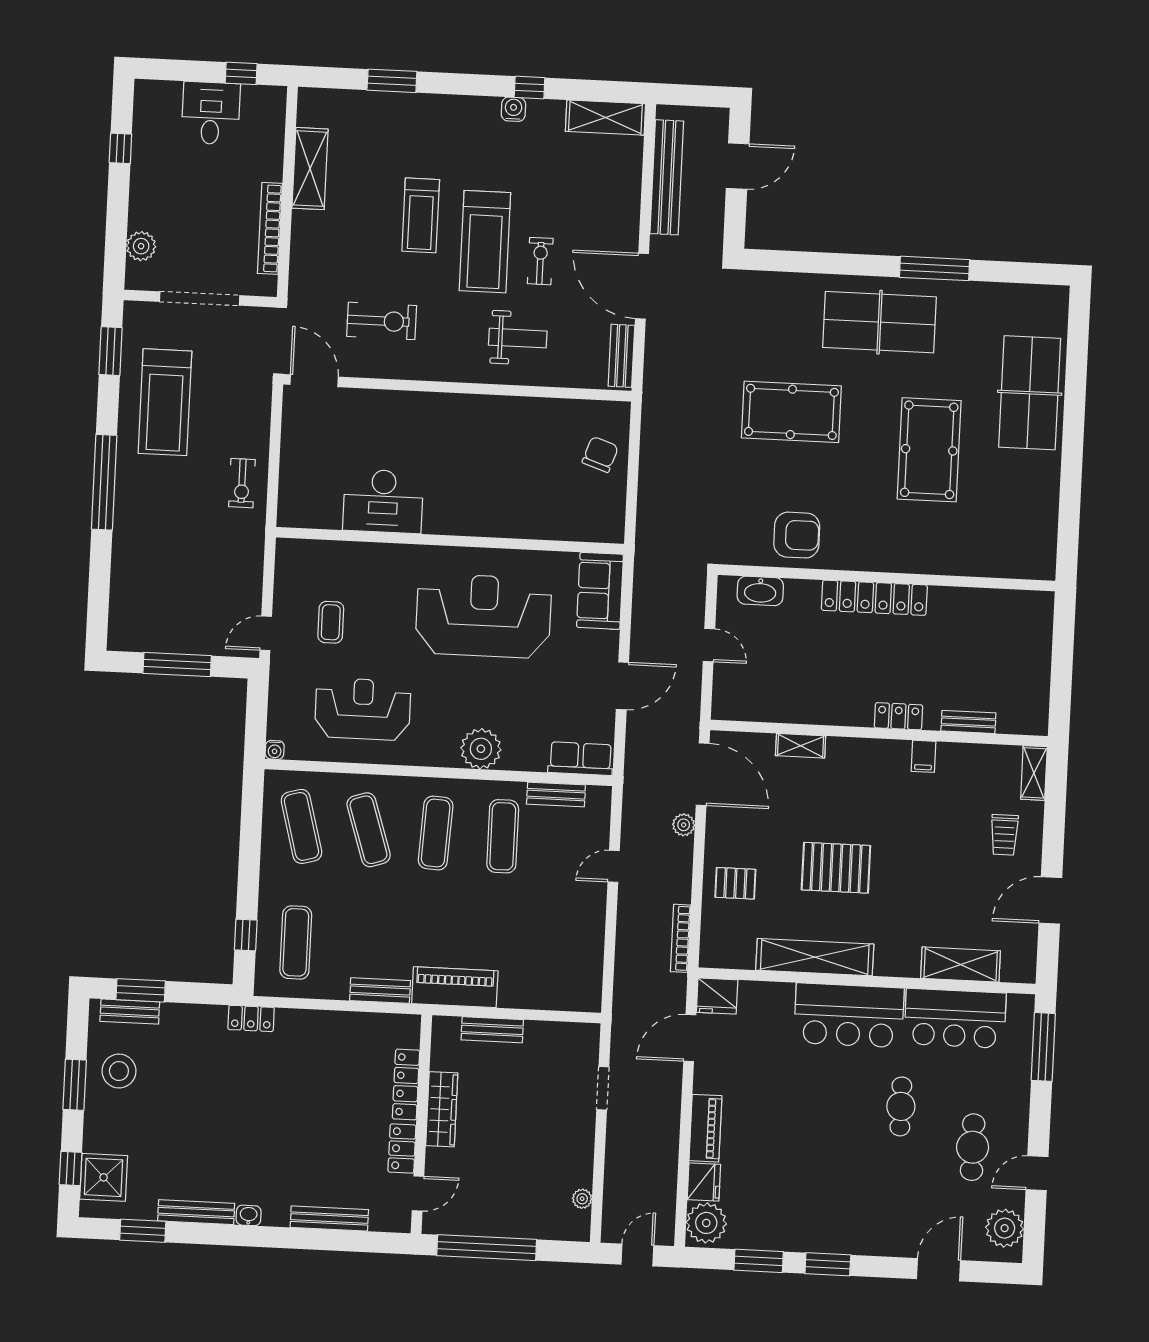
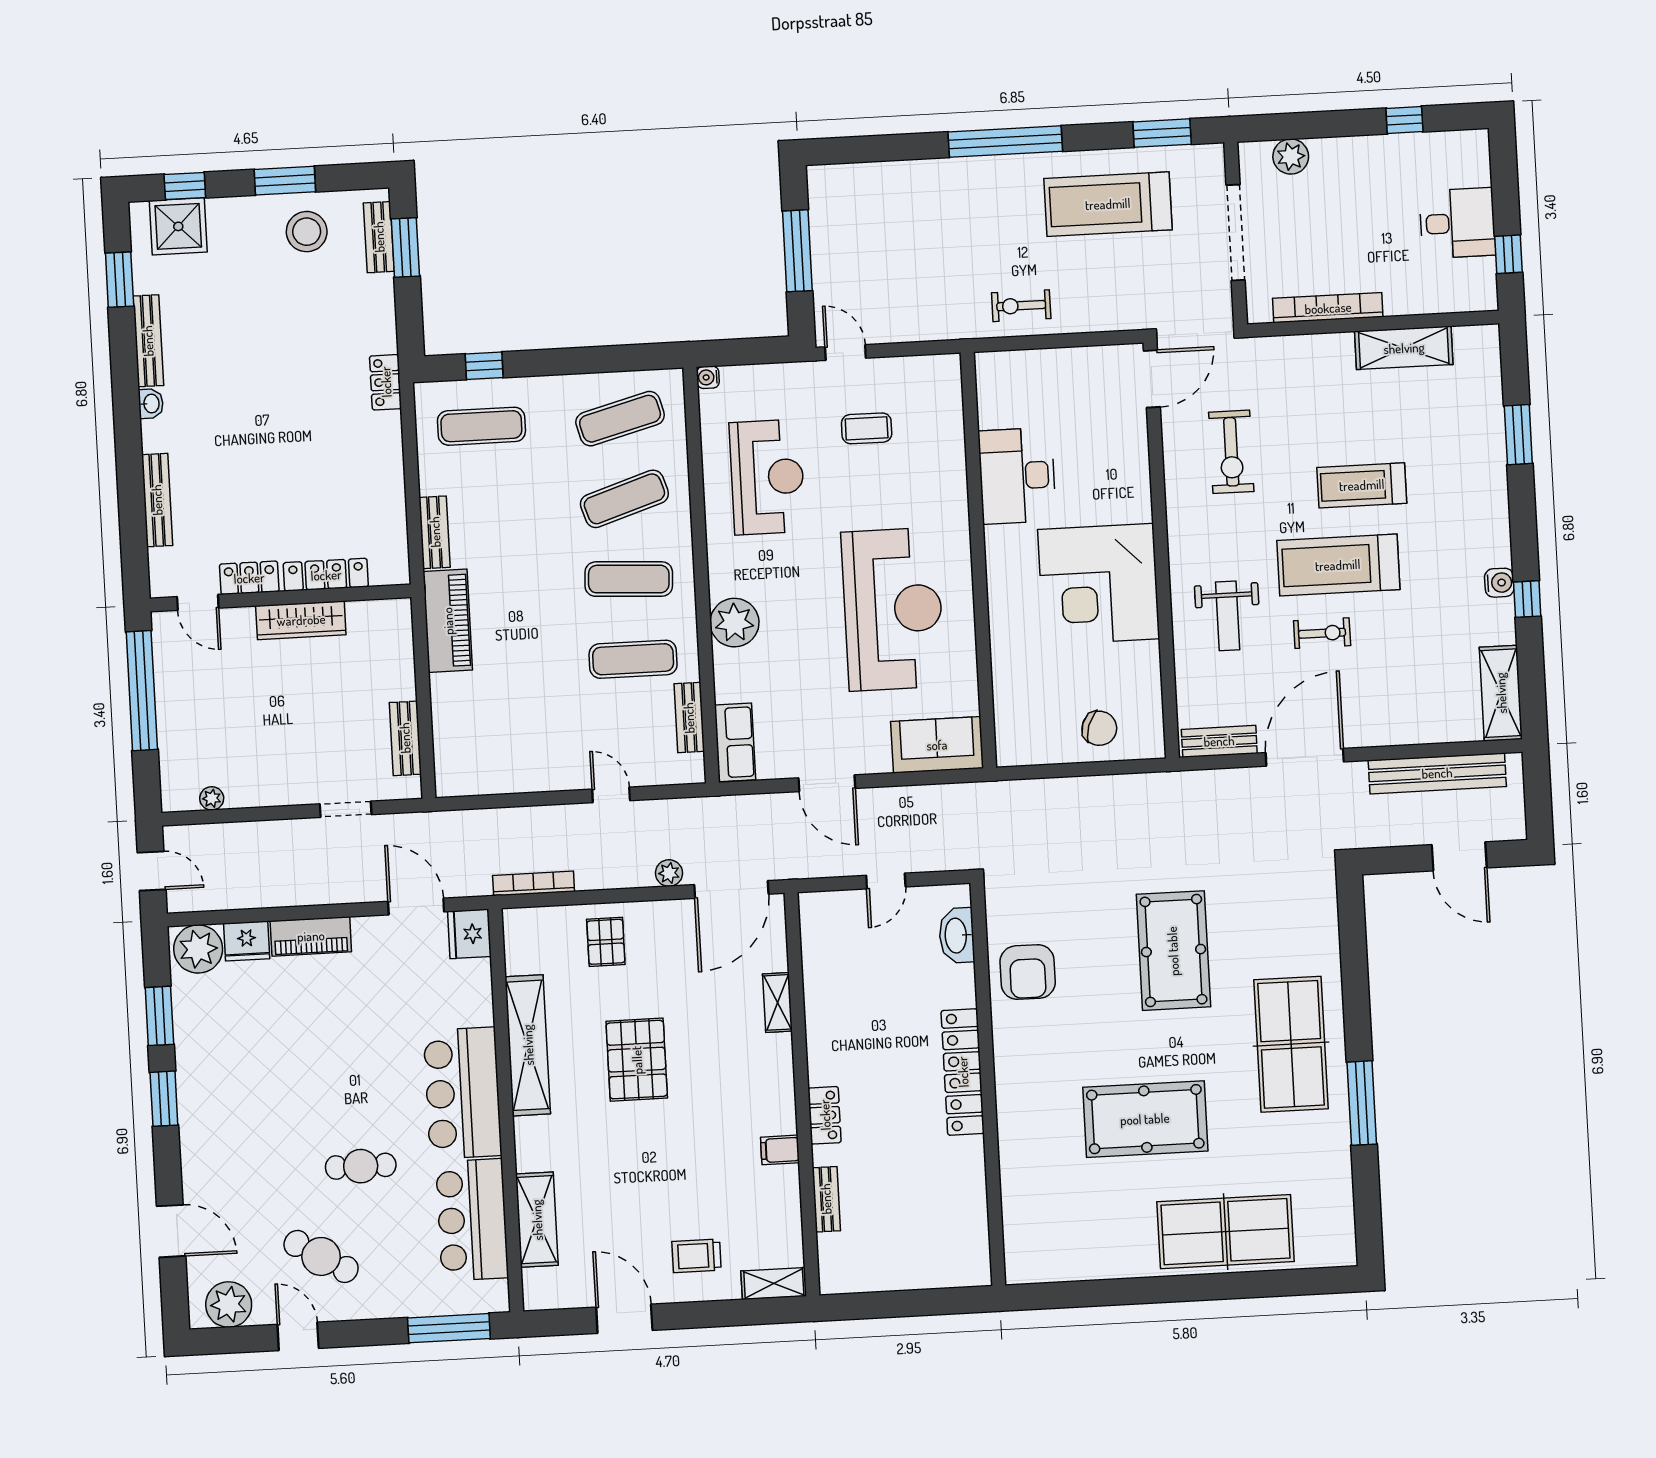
corner desk: (480, 443) -> (1099, 584), added
bench: (492, 1030) -> (405, 738), moved
cafe table: (973, 1147) -> (321, 1256), turned 31

